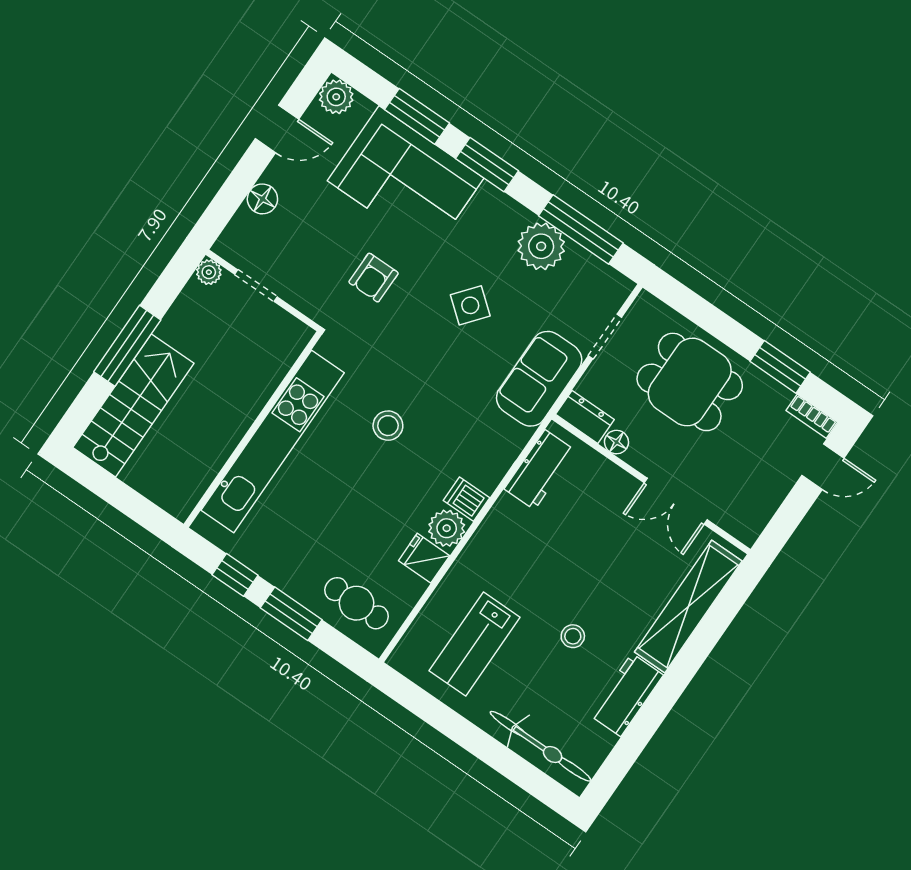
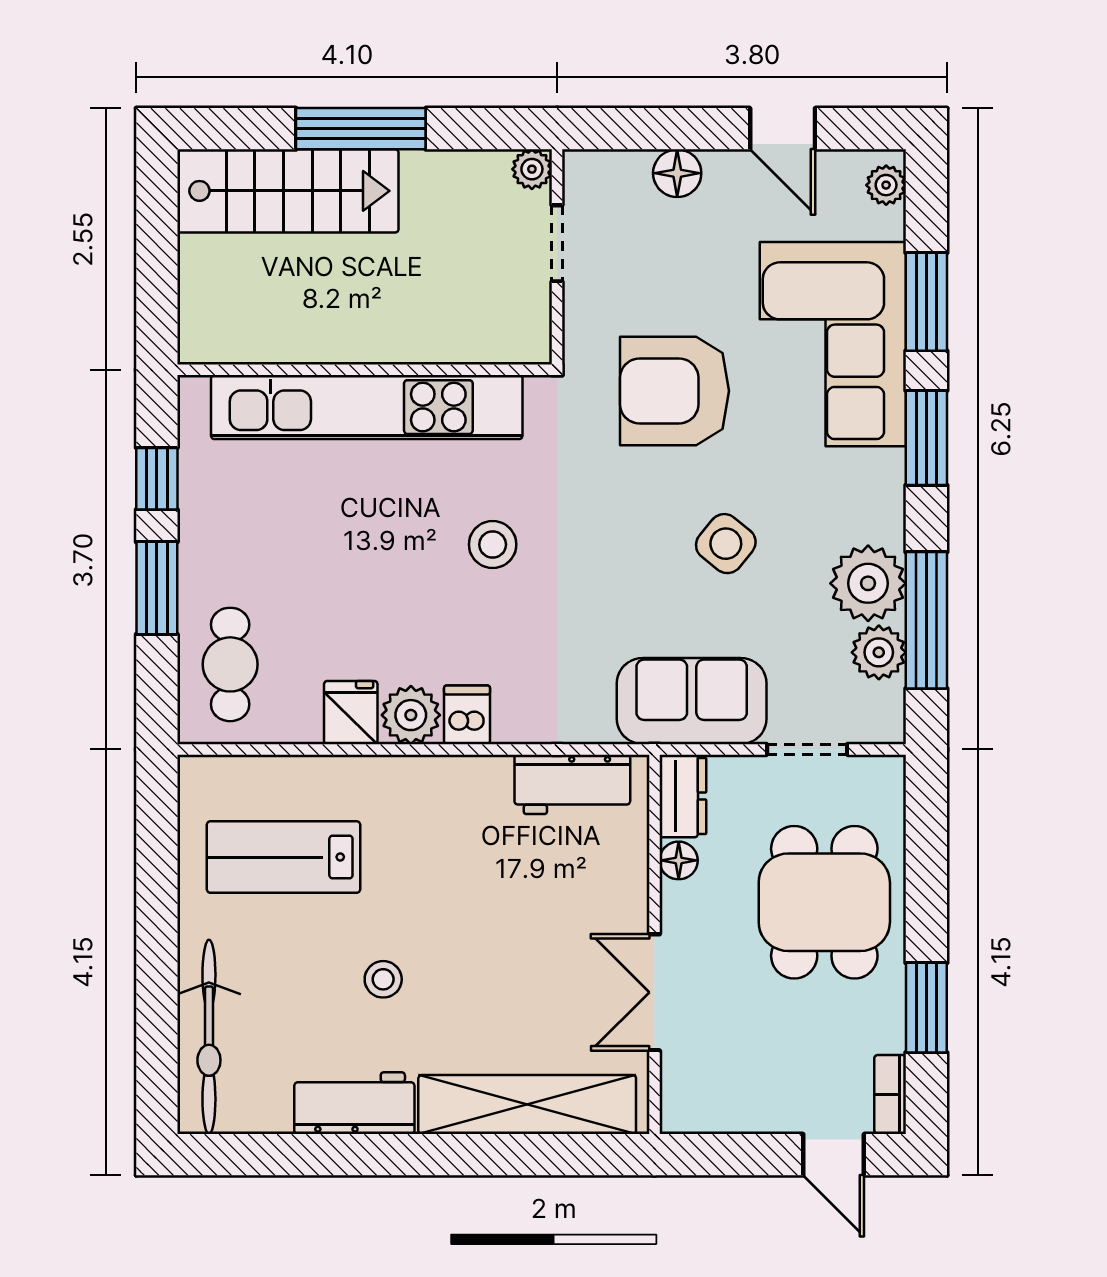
plant: (336, 97) -> (886, 185), width x0.73, depth x0.73
plant: (580, 265) -> (879, 652), added
armchair: (374, 278) -> (674, 391), width x1.88, depth x1.88

